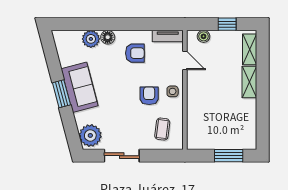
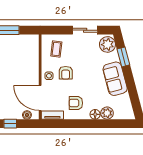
door: (185, 60) -> (40, 98), width x1.87
window: (61, 94) -> (123, 57), moved

